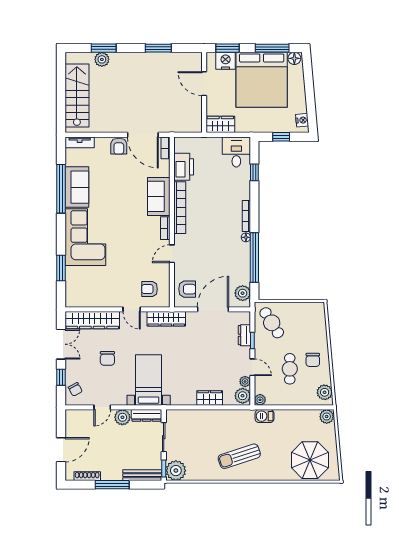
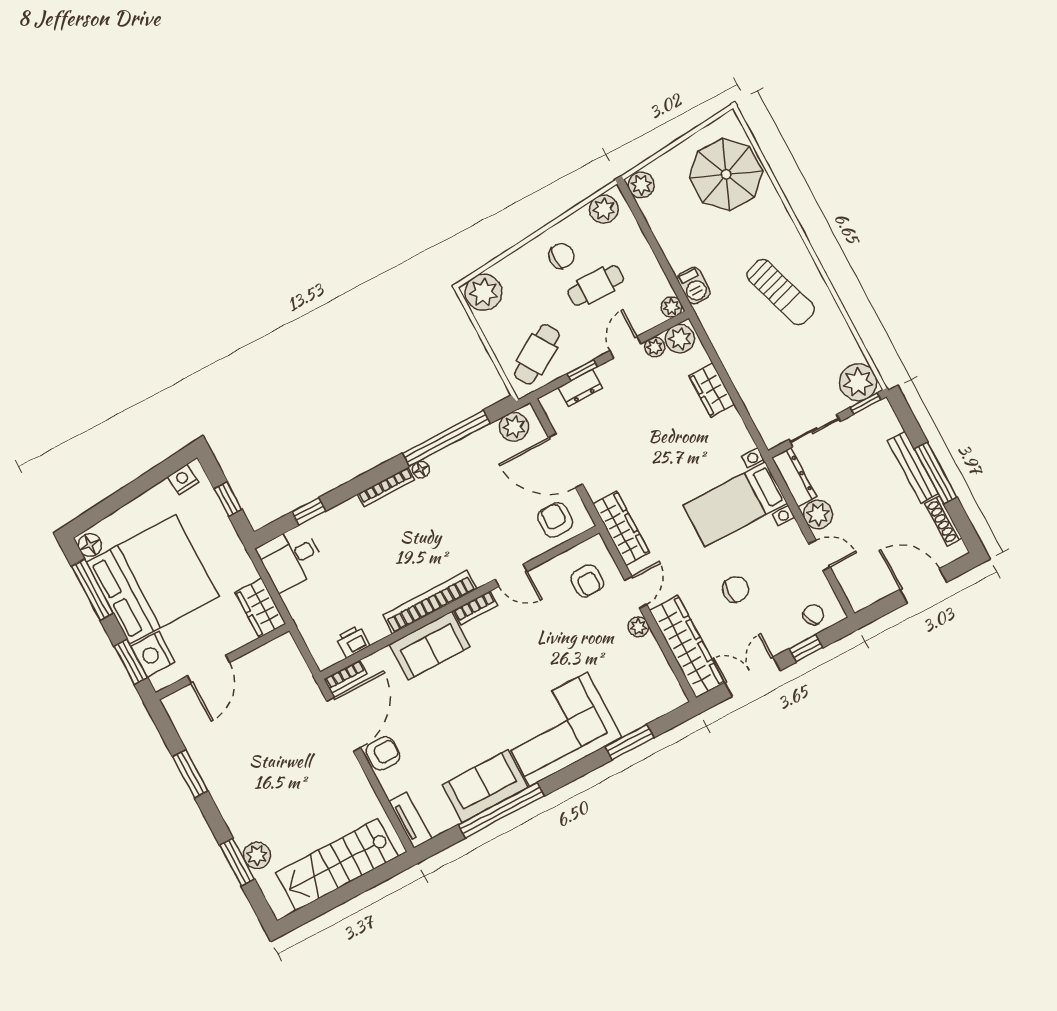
printer: (184, 167) -> (353, 641), width x0.53, depth x0.68
plant: (114, 302) -> (638, 627), added
plant: (315, 313) -> (484, 292), added
bench: (142, 475) -> (913, 467), moved

